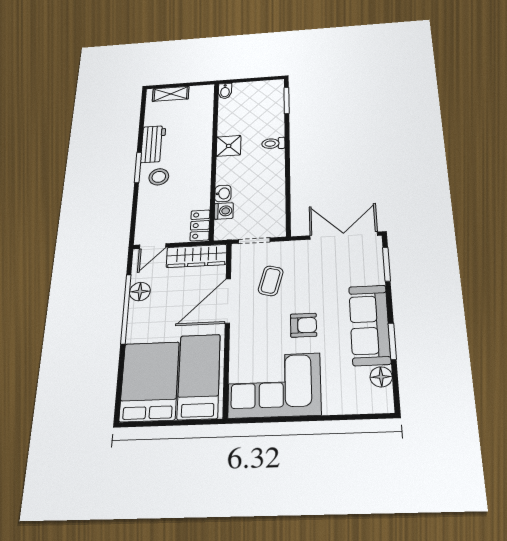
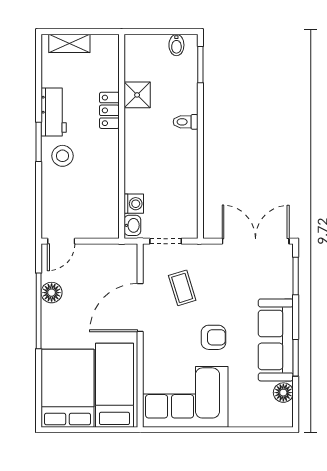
bidet: (225, 91) -> (176, 45), moved
shower: (229, 146) -> (137, 95), moved
washbasin: (223, 193) -> (132, 225), moved
locker: (200, 225) -> (109, 110), moved
wardrobe: (197, 256) -> (107, 255), removed
coffee table: (271, 281) -> (182, 288), turned -32

